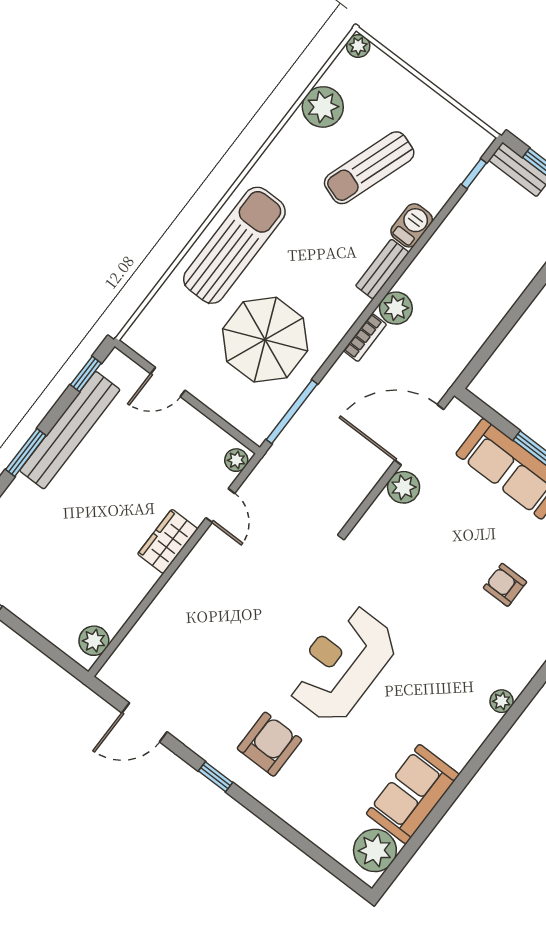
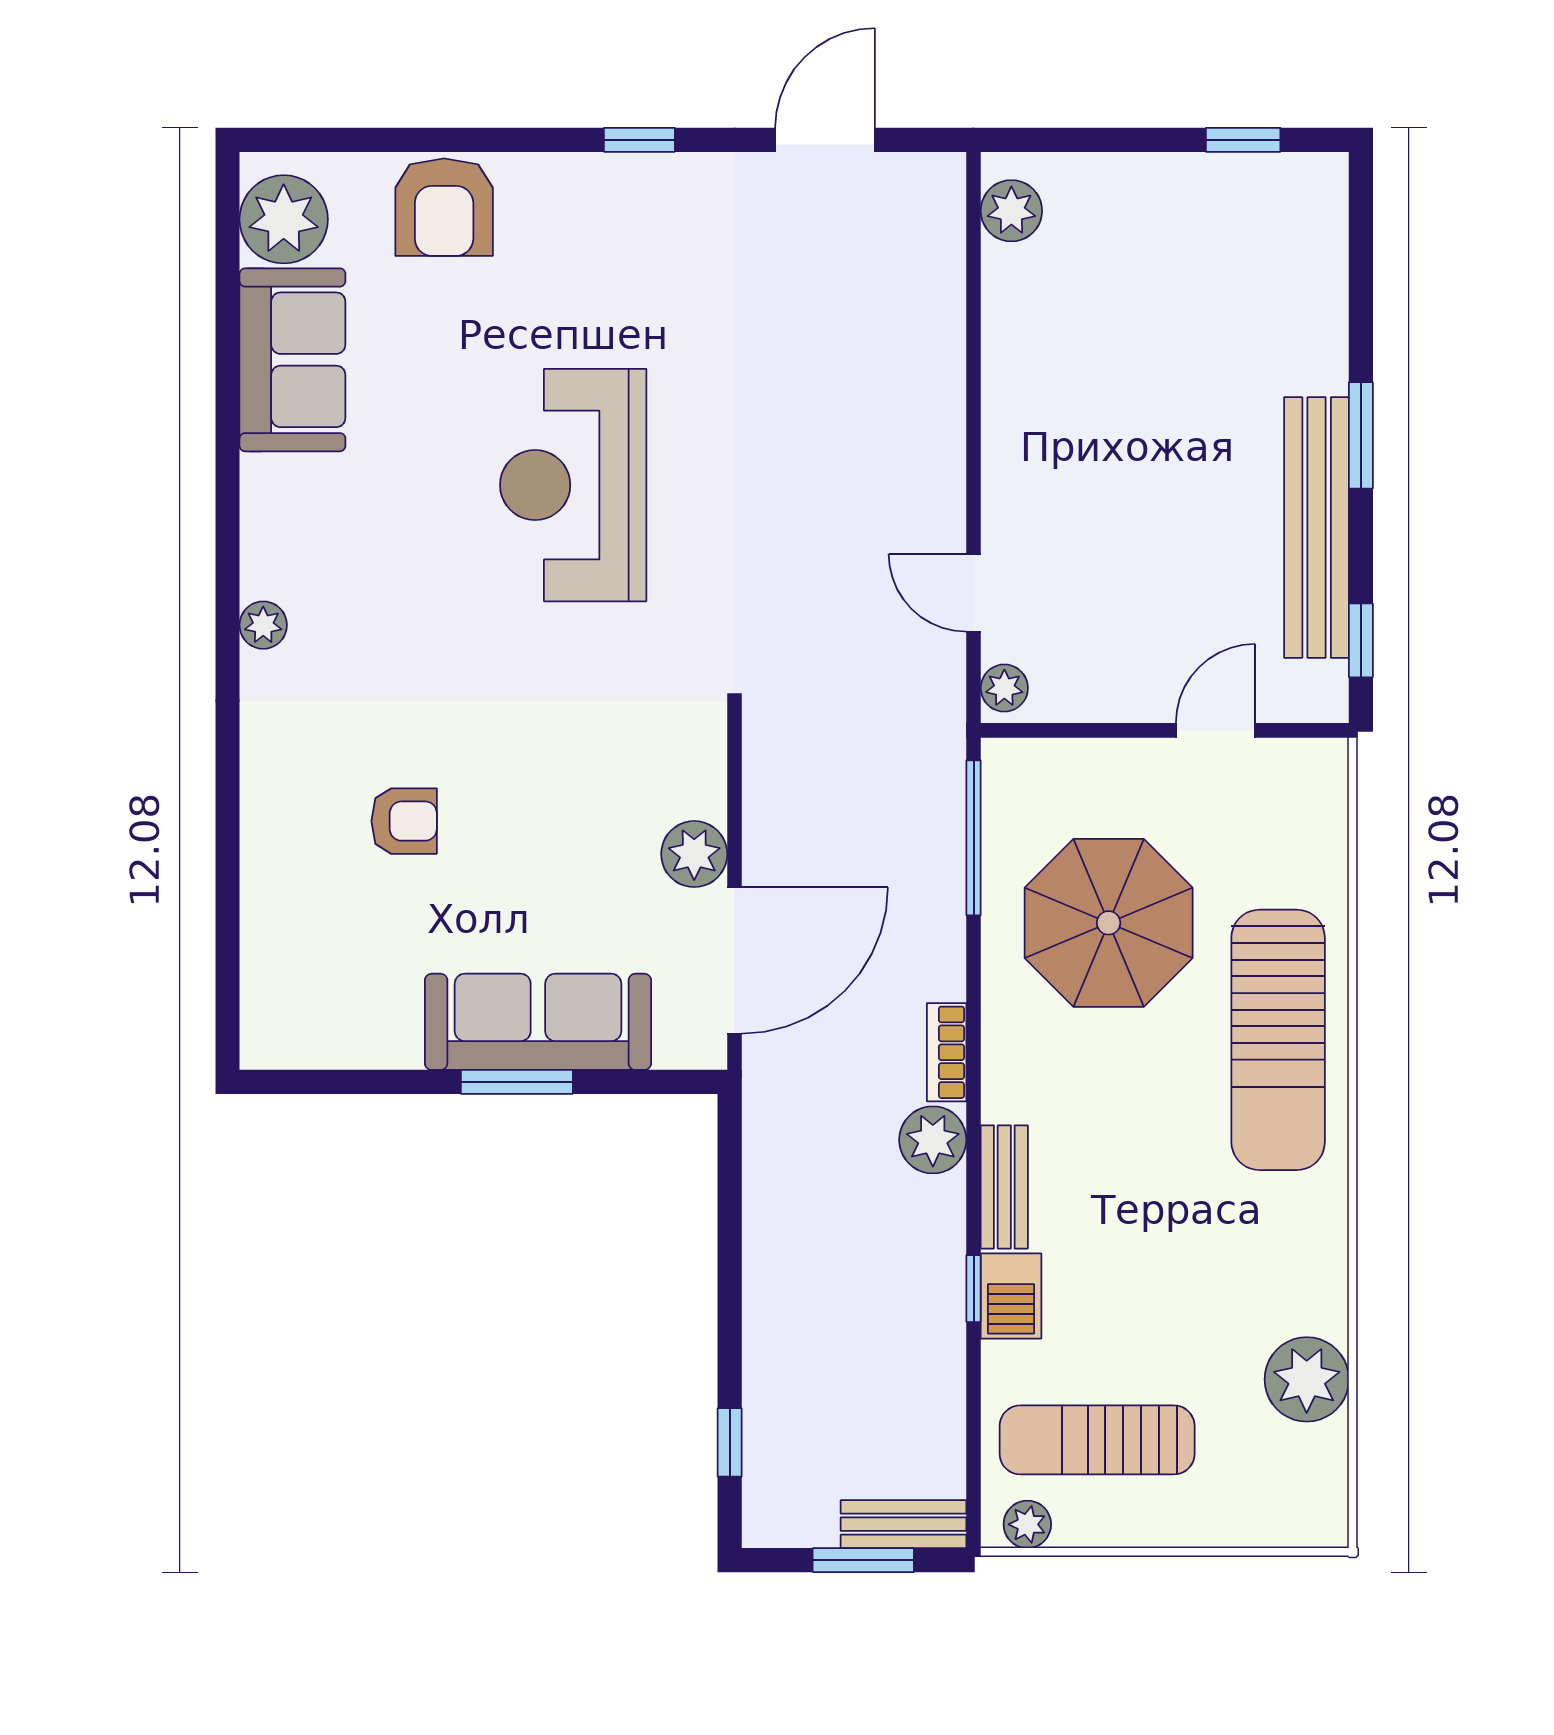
plant: (358, 46) -> (1027, 1524), moved
sun lounger: (369, 168) -> (1097, 1440), moved, turned -109
window: (474, 174) -> (974, 1289), moved
wardrobe: (168, 541) -> (1015, 468), removed
reception desk: (342, 664) -> (573, 485), turned 180
armchair: (269, 744) -> (444, 207), moved

